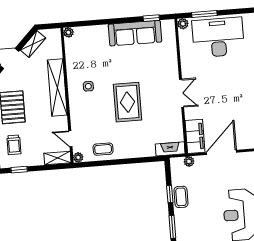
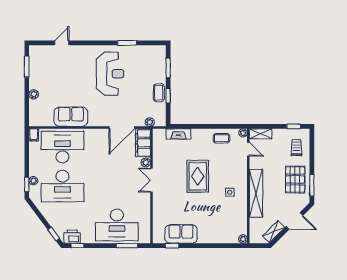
plant: (183, 24) -> (146, 162), moved
sofa: (135, 33) -> (181, 234), width x0.73
fireplace: (170, 149) -> (178, 134), moved

